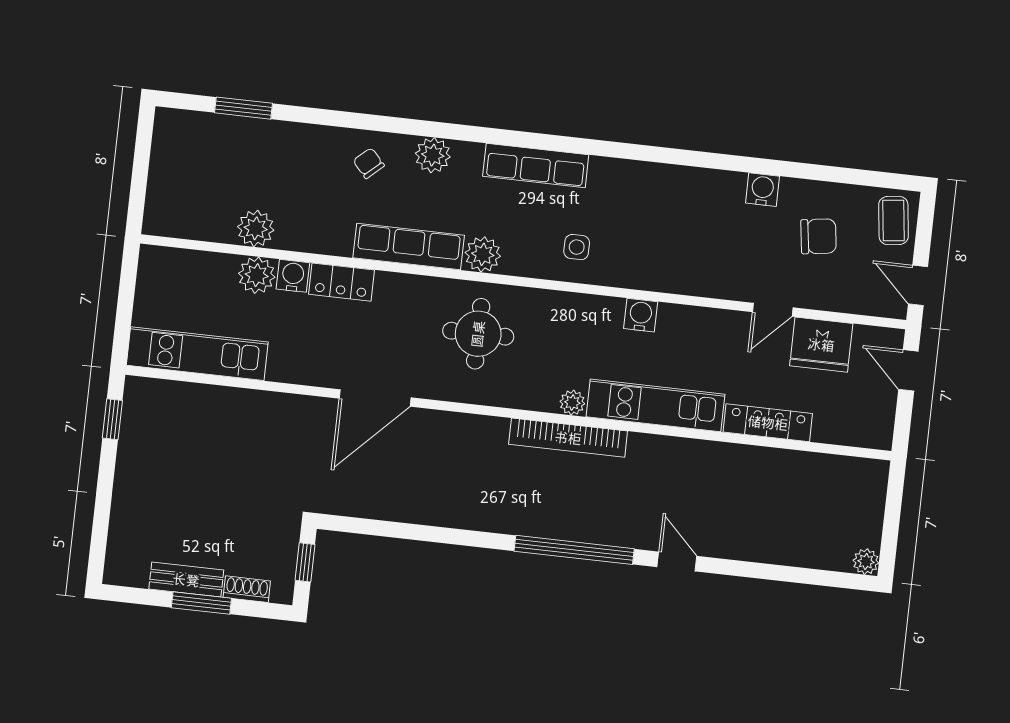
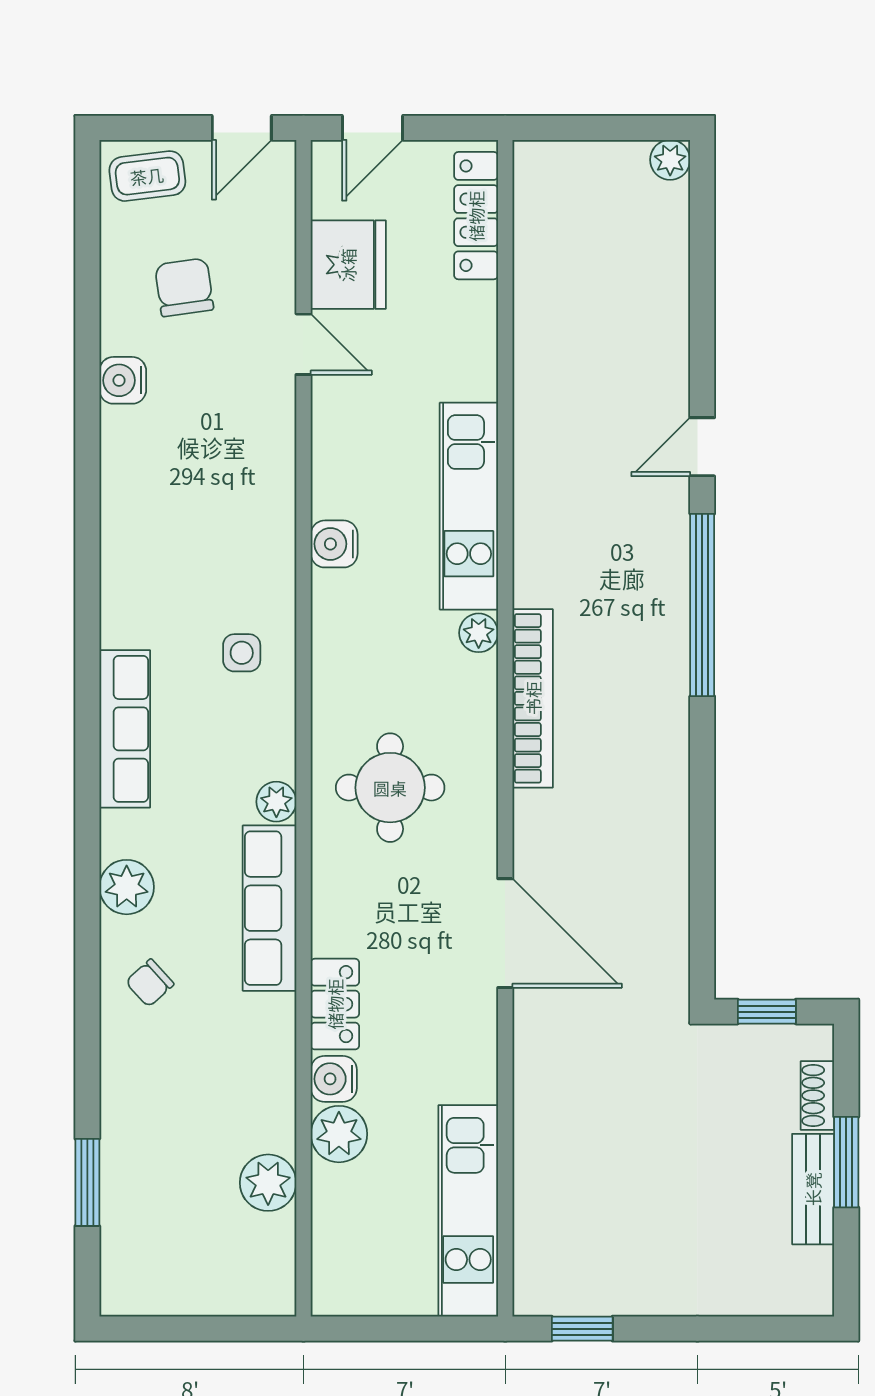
plant: (256, 228) -> (268, 1183), moved
plant: (483, 254) -> (276, 802), width x0.73, depth x0.73
locker: (768, 423) -> (476, 216), moved
bookcase: (568, 438) -> (533, 698), moved

